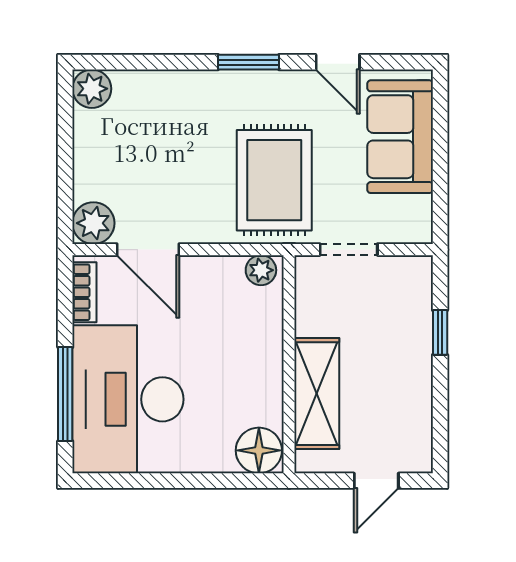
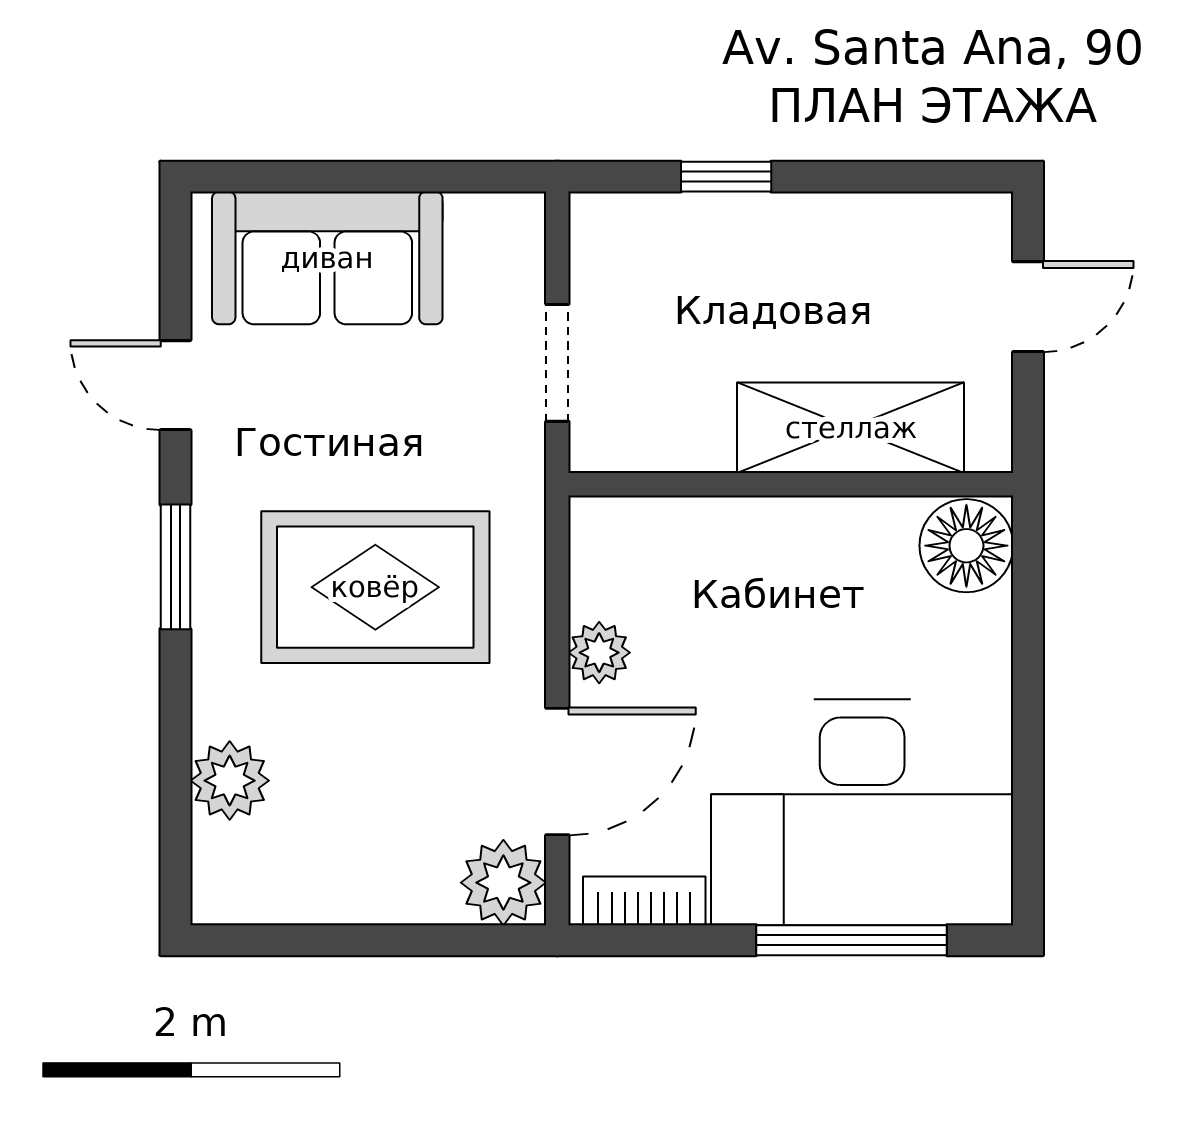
door: (338, 62) -> (175, 385), swing flipped
plant: (92, 89) -> (230, 781), moved
rug: (274, 180) -> (375, 587), moved
plant: (261, 270) -> (599, 653), moved
door: (376, 481) -> (1028, 307), hinge flipped

